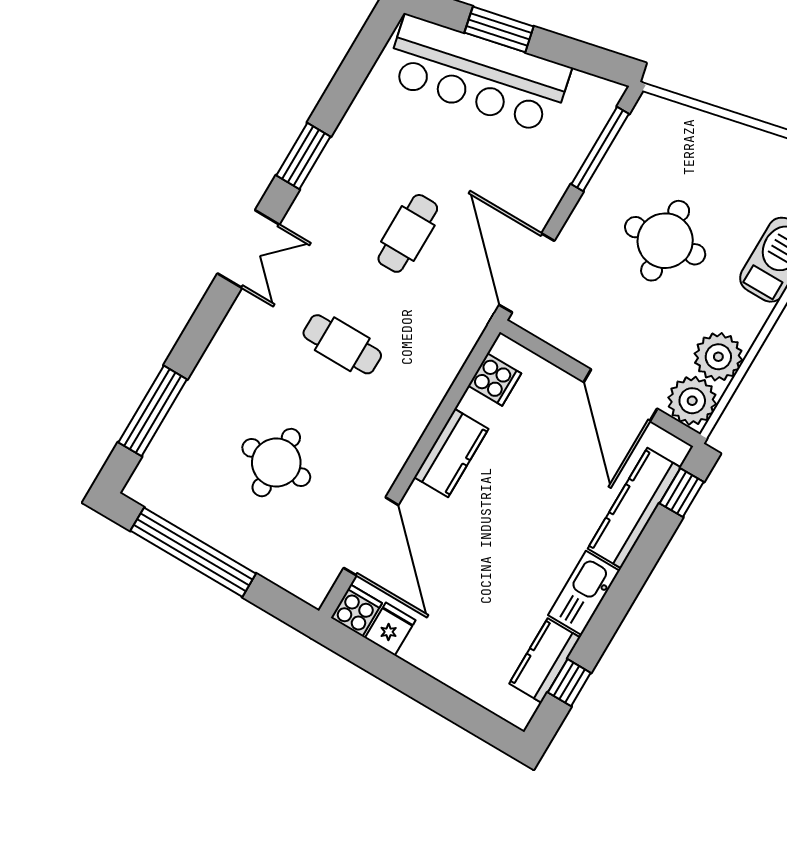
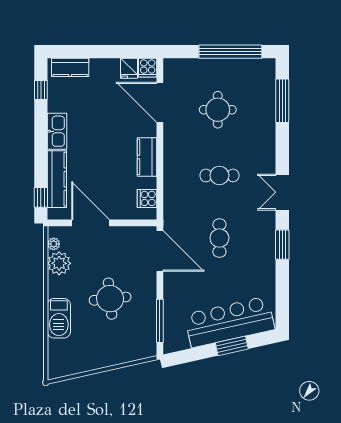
plant: (692, 401) -> (54, 244), width x0.53, depth x0.53
kitchen counter: (545, 661) -> (70, 67), moved, turned 90

